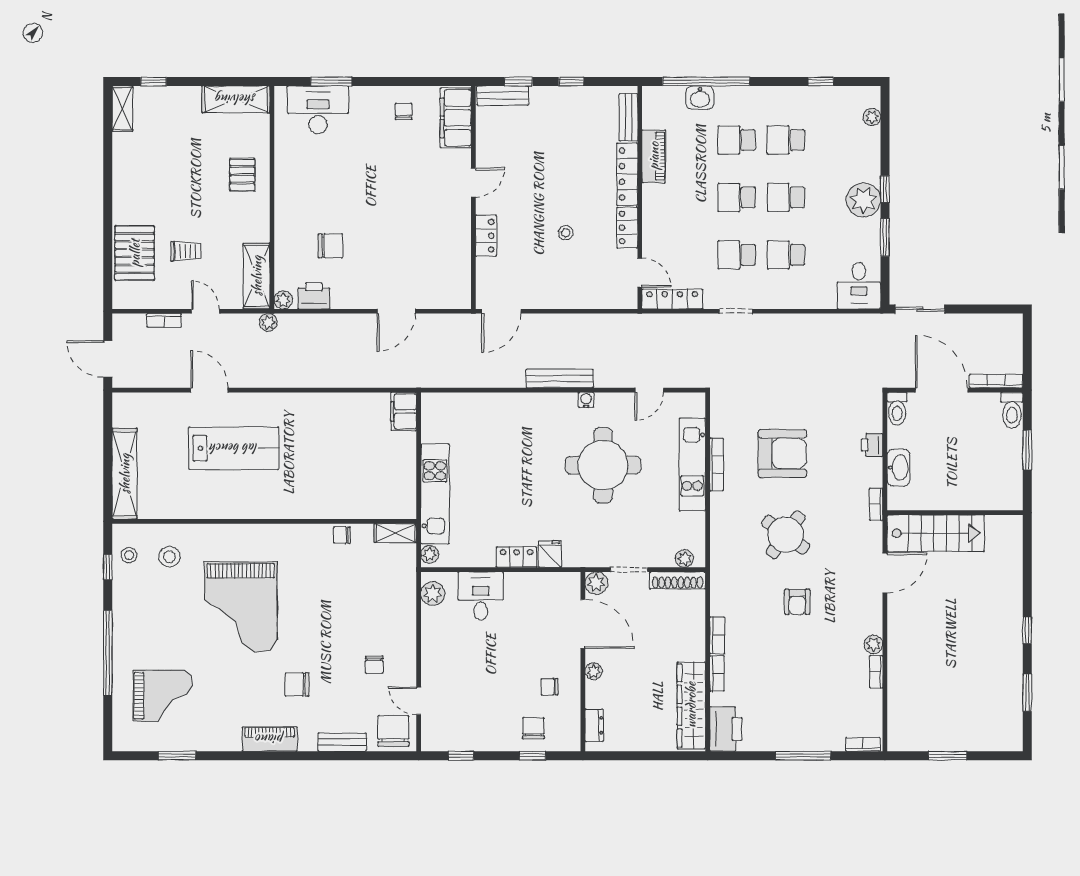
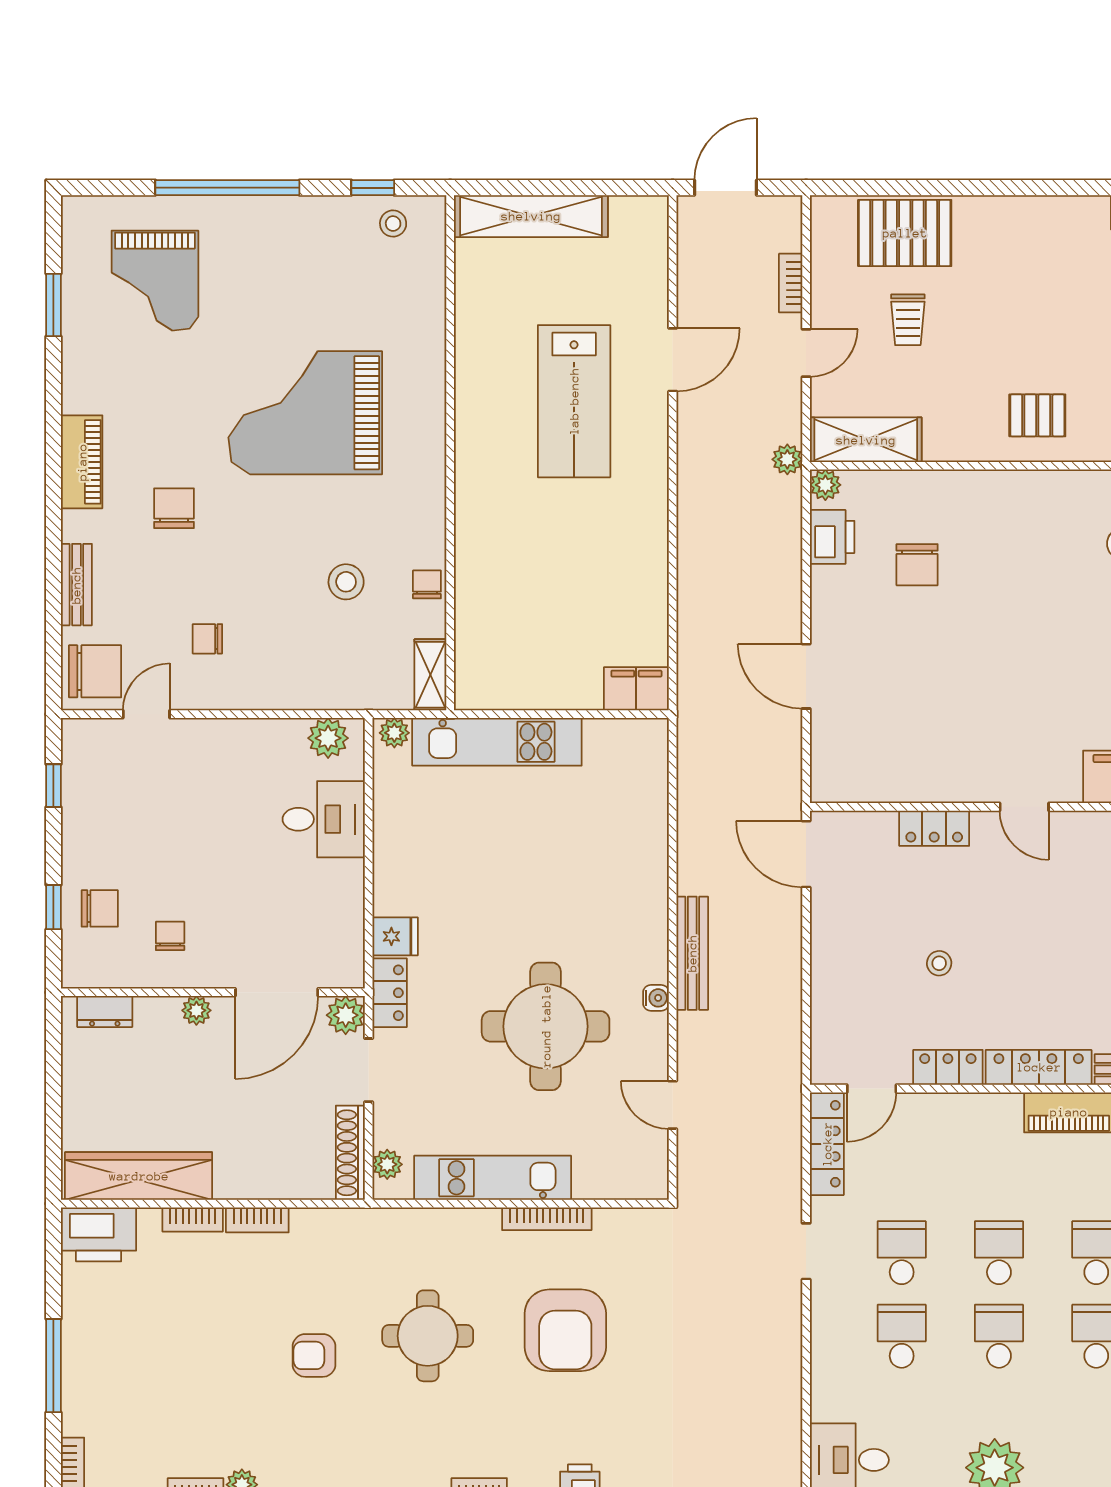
kitchen unit: (692, 464) -> (493, 1178), moved
round table: (786, 535) -> (428, 1336), turned -36
stool: (169, 557) -> (346, 582), moved
locker: (517, 557) -> (390, 993), moved

